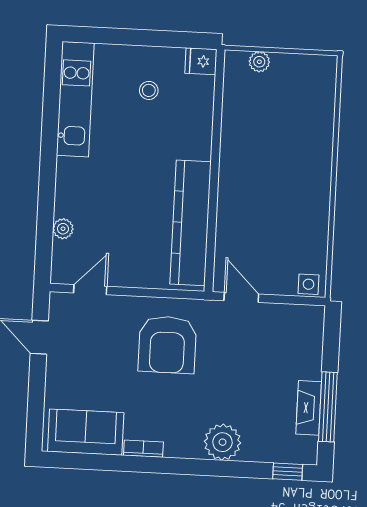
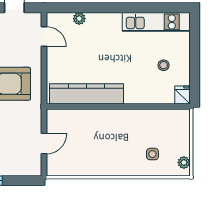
plant: (259, 62) -> (184, 162), moved
side table: (309, 284) -> (152, 154), moved
door: (241, 297) -> (44, 143), moved

